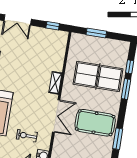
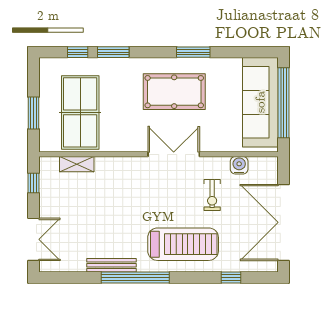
table tennis table: (98, 76) -> (80, 112), moved
shelving: (55, 83) -> (77, 164), moved
pool table: (95, 123) -> (174, 92), turned 90

